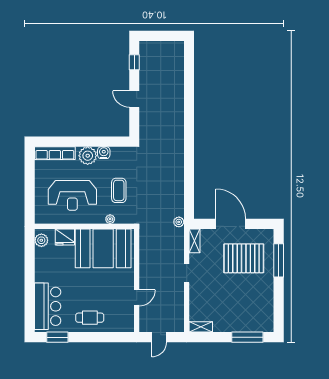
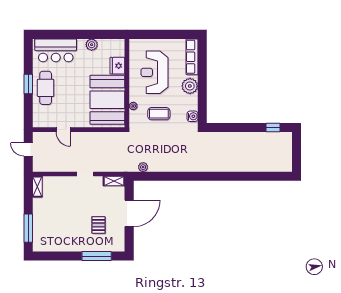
door: (134, 99) -> (240, 127), removed
water cooler: (104, 153) -> (192, 116), moved
plant: (179, 222) -> (143, 167), moved
plant: (41, 240) -> (92, 45), moved
pallet: (244, 258) -> (98, 225), width x0.49, depth x0.50
cafe table: (90, 318) -> (46, 88), width x1.37, depth x1.35
window: (57, 337) -> (28, 84), moved

